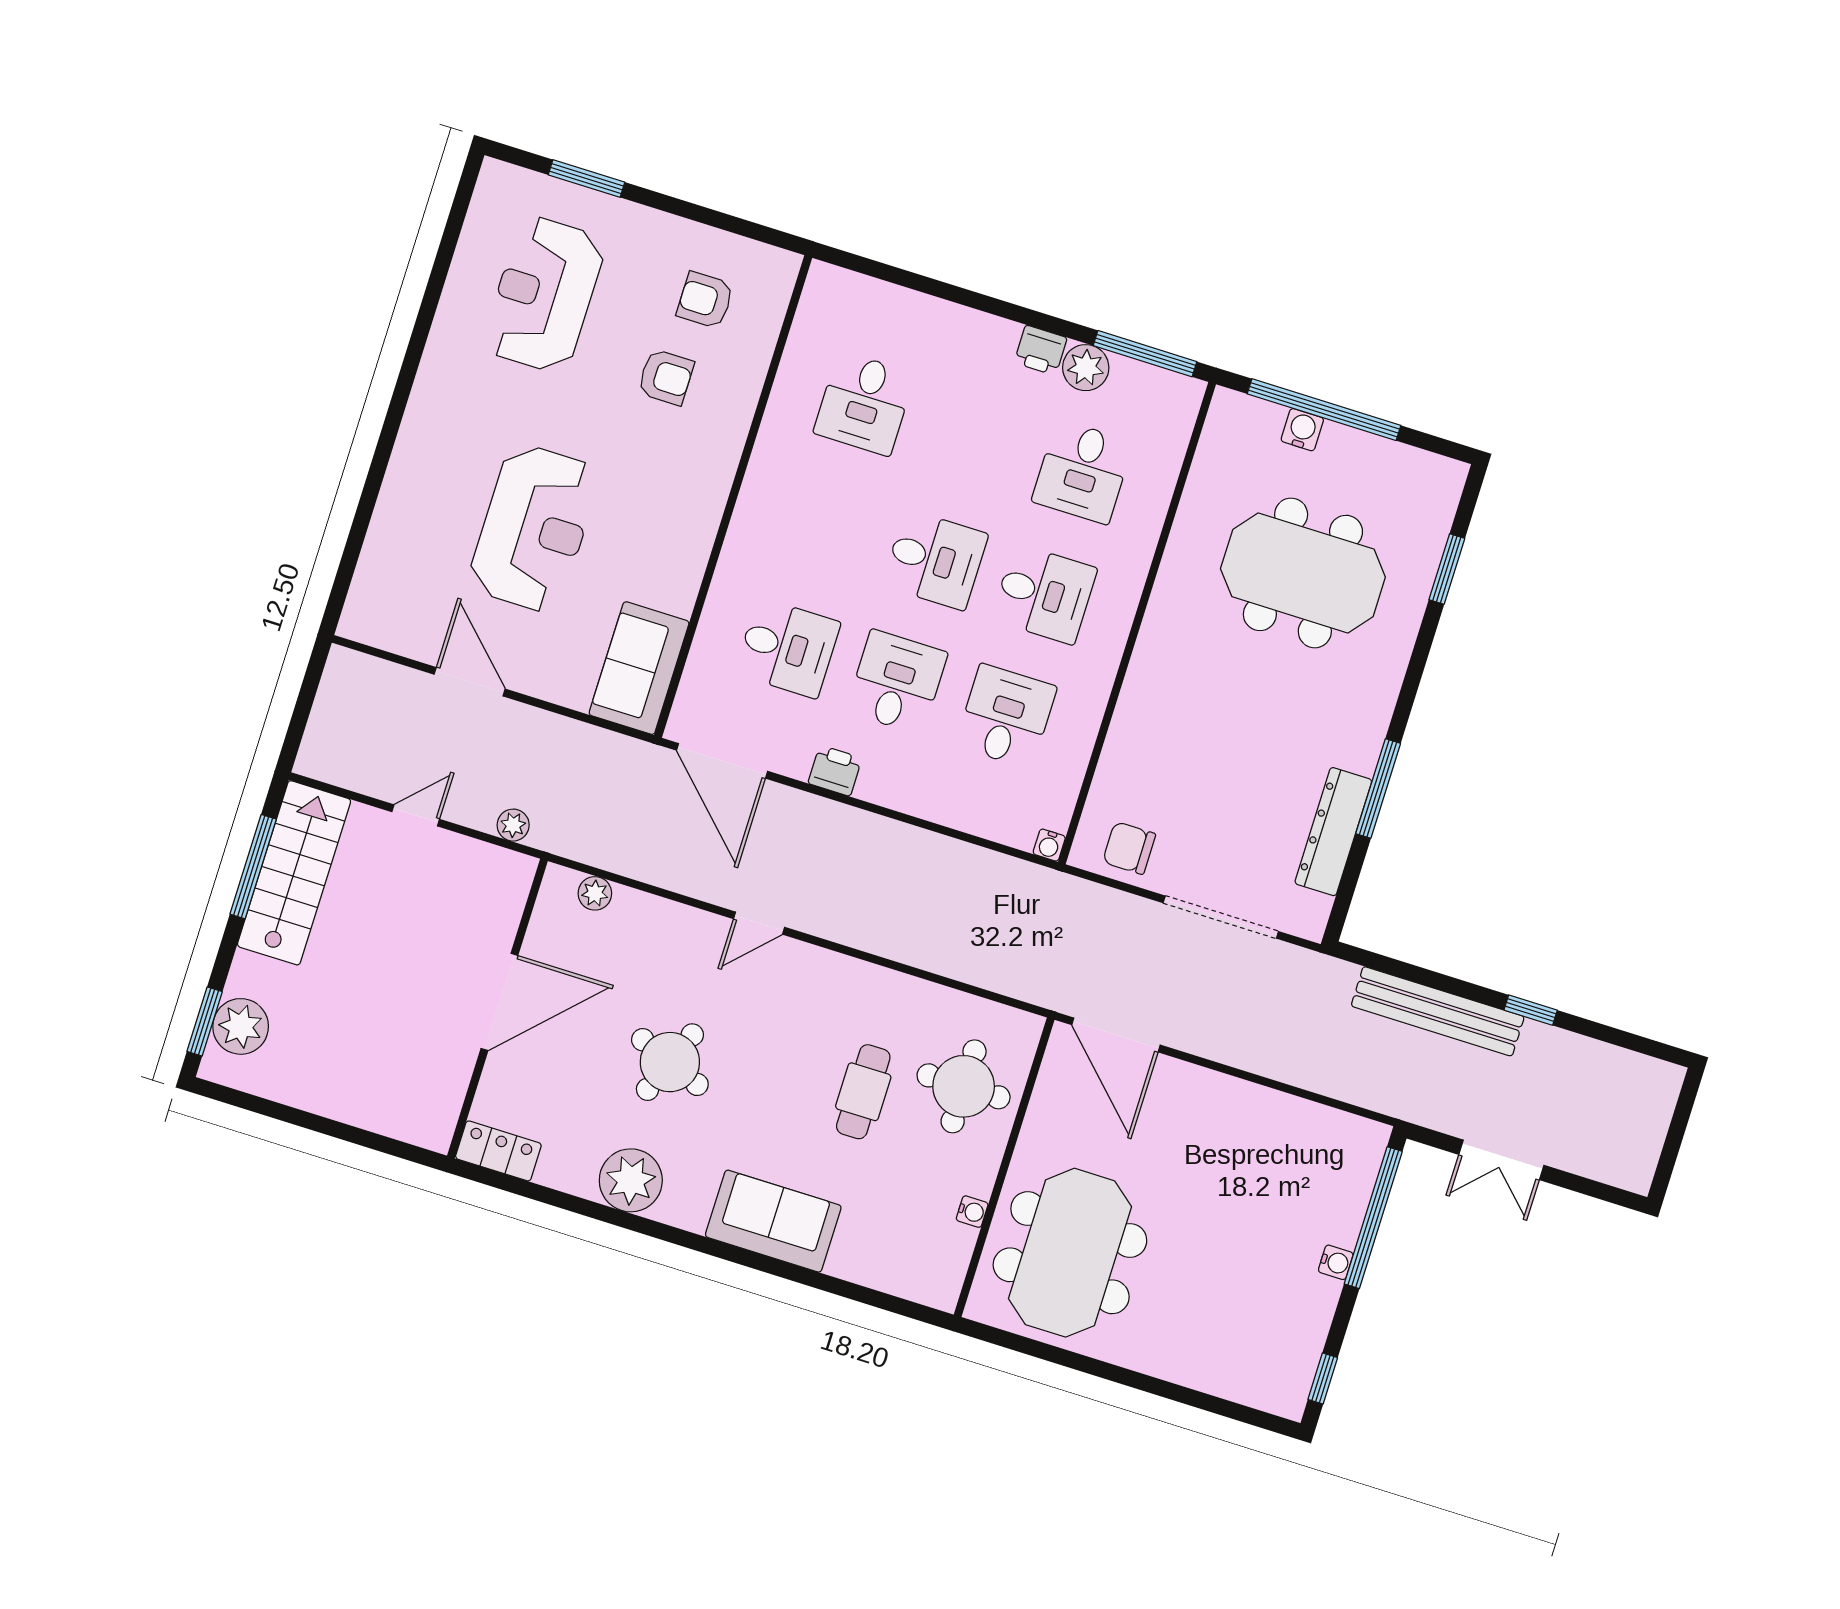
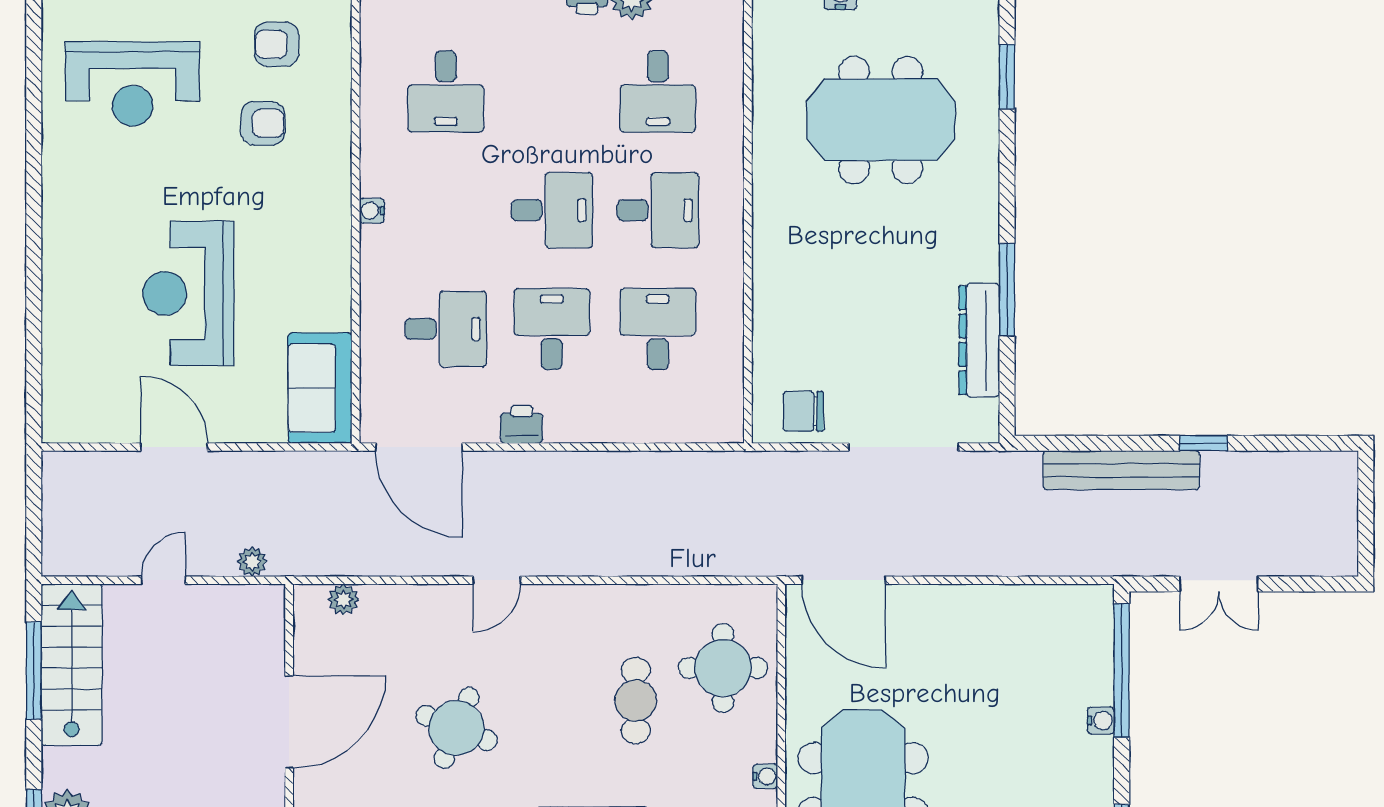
reception desk: (544, 294) -> (132, 84), turned -90
reception desk: (534, 528) -> (188, 293), turned 180
water cooler: (1049, 845) -> (372, 211), moved, turned 90

